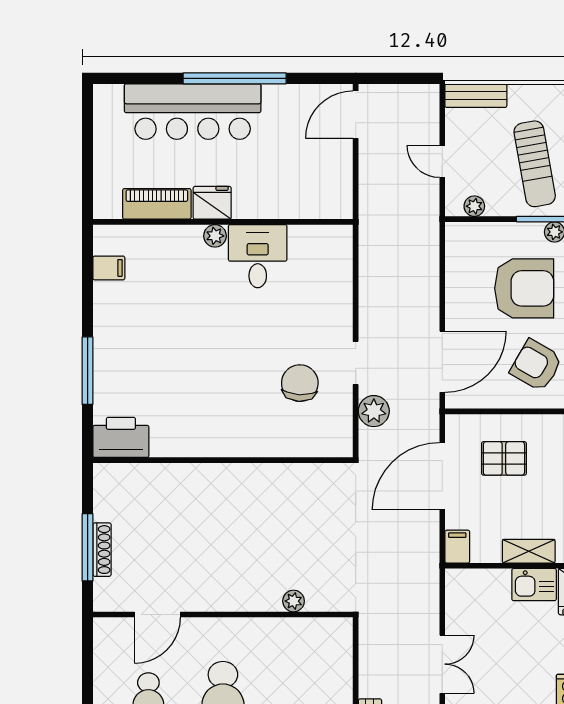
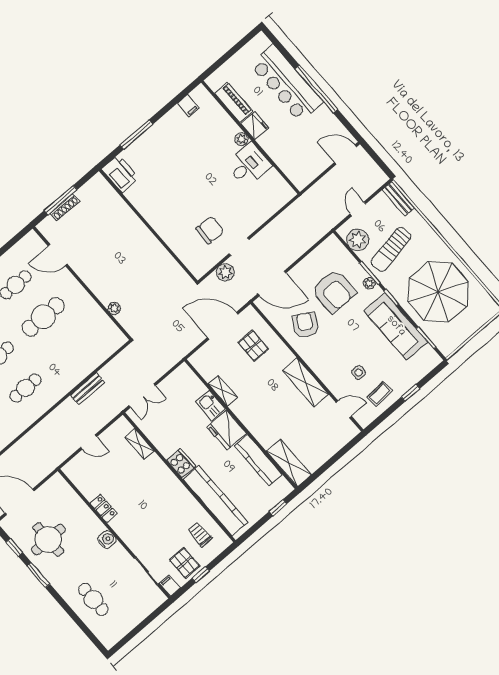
plant: (474, 206) -> (358, 240), width x1.88, depth x1.88
filing cabinet: (457, 547) -> (198, 358), removed

